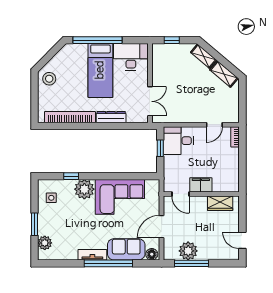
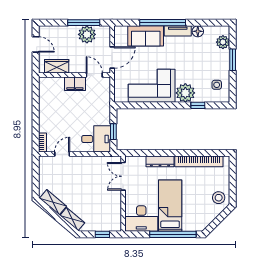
filing cabinet: (201, 185) -> (75, 84), moved
door: (180, 194) -> (94, 75), moved
wall: (201, 194) -> (74, 75), moved
wardrobe: (220, 203) -> (57, 66), moved
floor lamp: (152, 254) -> (198, 31), moved

